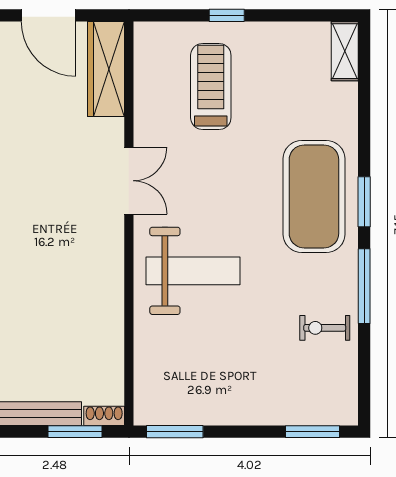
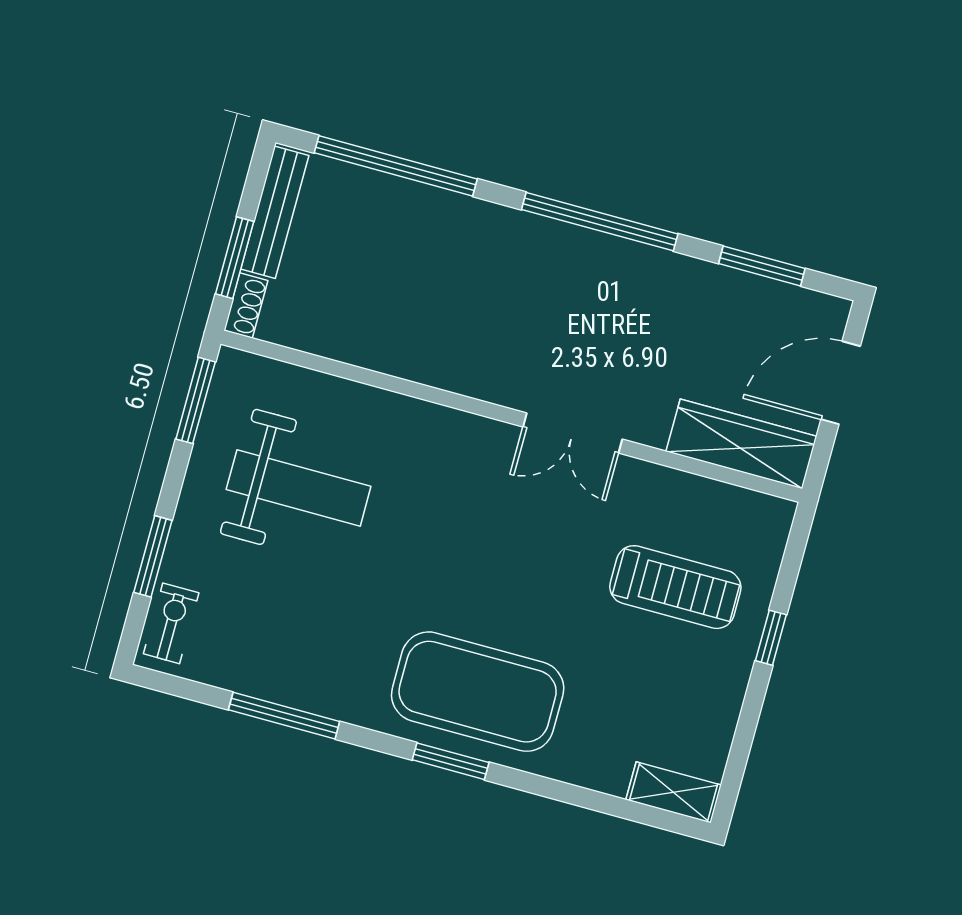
weight bench: (193, 271) -> (299, 488), moved, turned -90
window: (364, 286) -> (284, 716), moved
exercise bike: (325, 328) -> (171, 623), moved
window: (312, 432) -> (153, 556), moved

